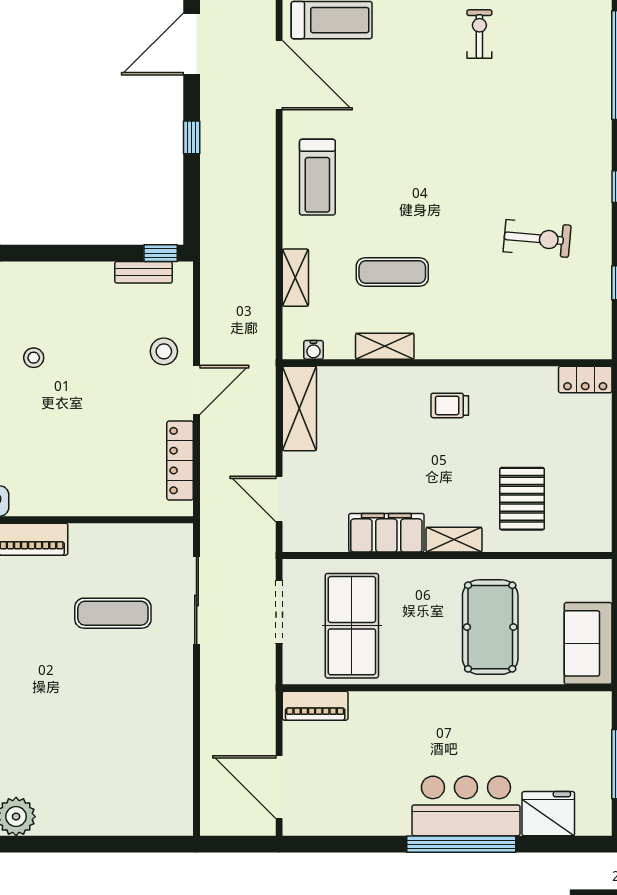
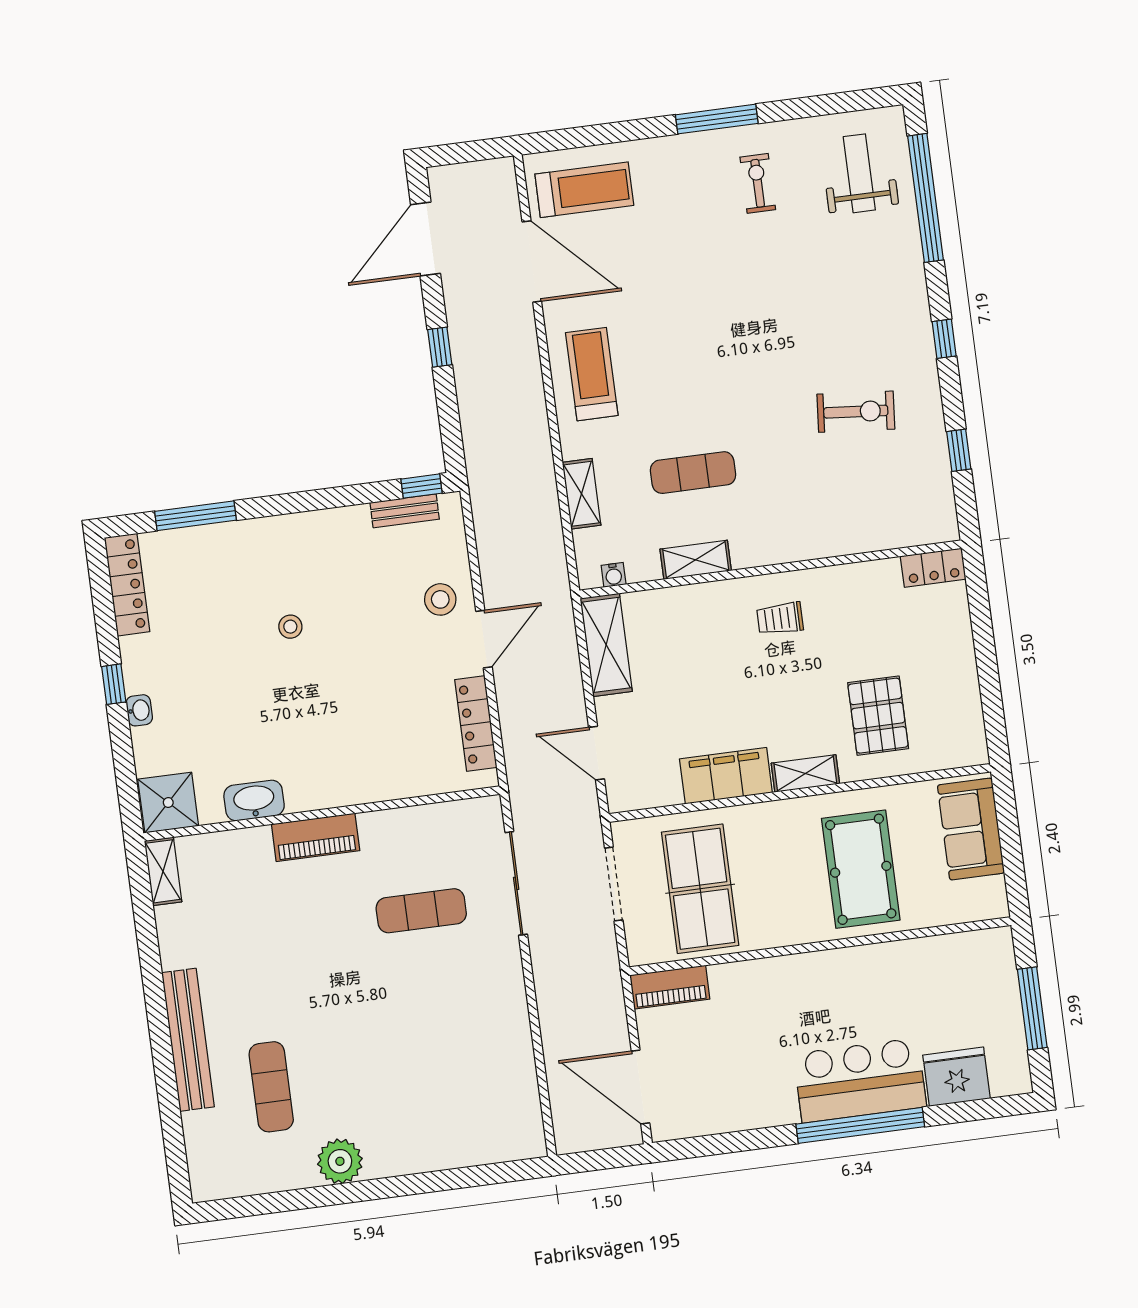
weight bench: (567, 37) -> (859, 173), added
treadmill: (317, 177) -> (592, 374), turned 180
sofa: (588, 643) -> (971, 829), moved

